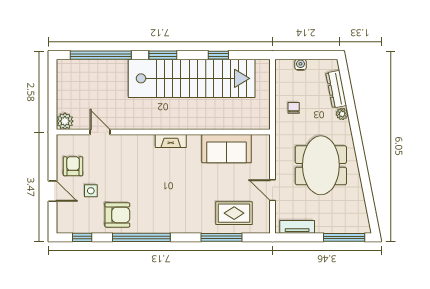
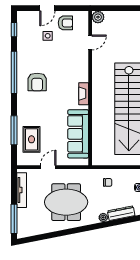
sofa: (226, 149) -> (78, 134), width x1.36
armchair: (117, 215) -> (37, 82), moved
tv unit: (297, 227) -> (22, 190), width x1.41

